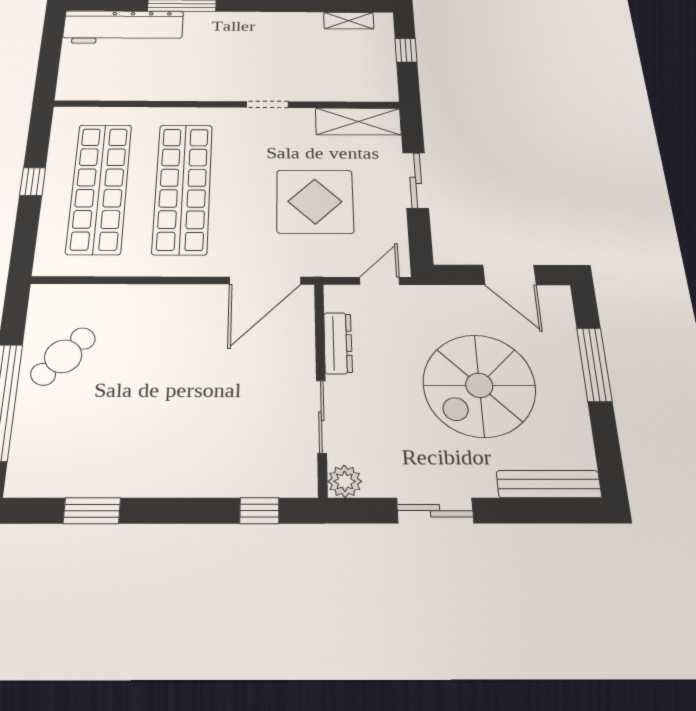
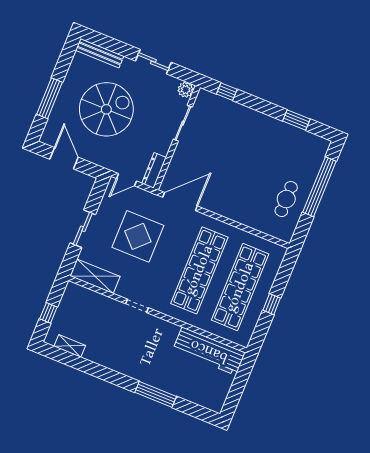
workbench: (123, 27) -> (209, 351), moved, turned 180
dresser: (338, 343) -> (154, 170), moved
cafe table: (63, 356) -> (286, 199), turned -42

